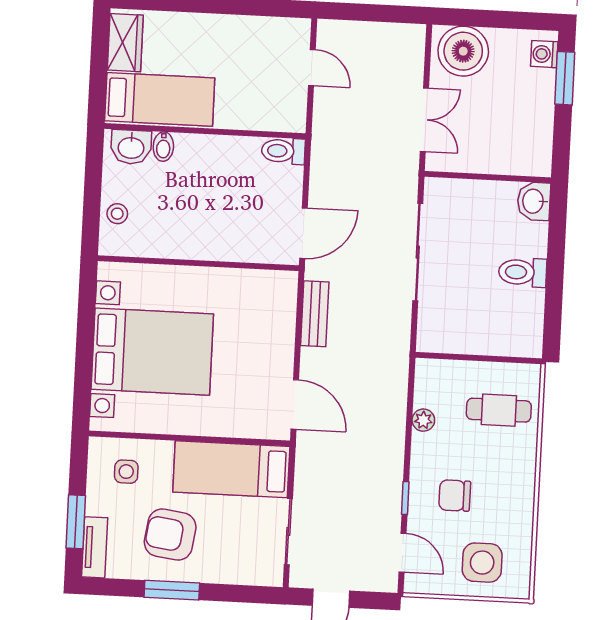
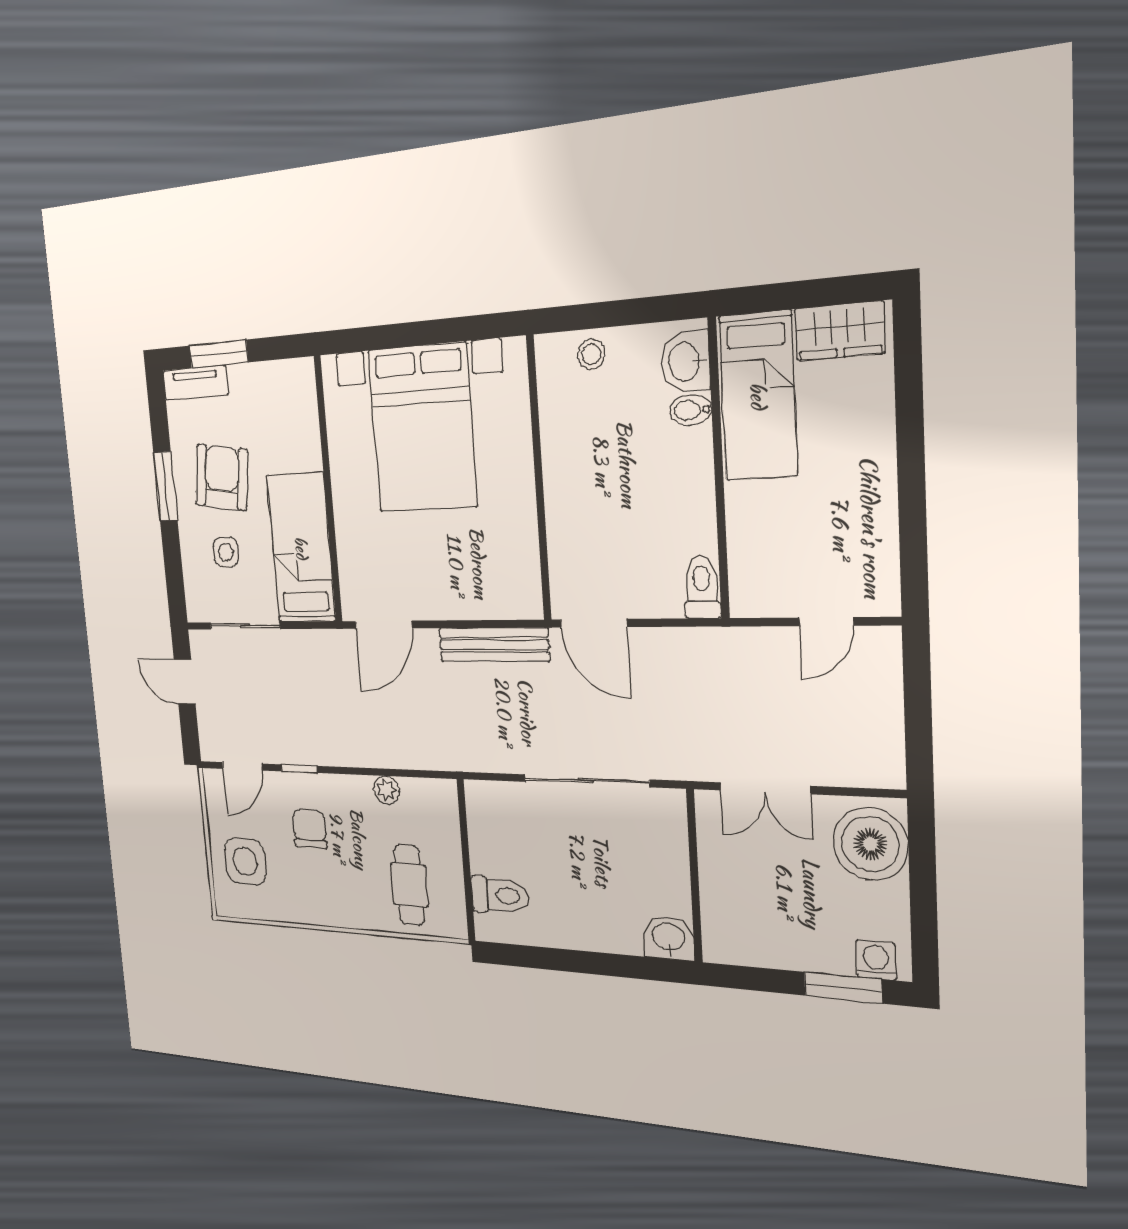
toilet: (523, 272) -> (500, 895), moved, turned 90
bench: (315, 314) -> (494, 645), width x1.36
side table: (126, 472) -> (226, 552), moved

